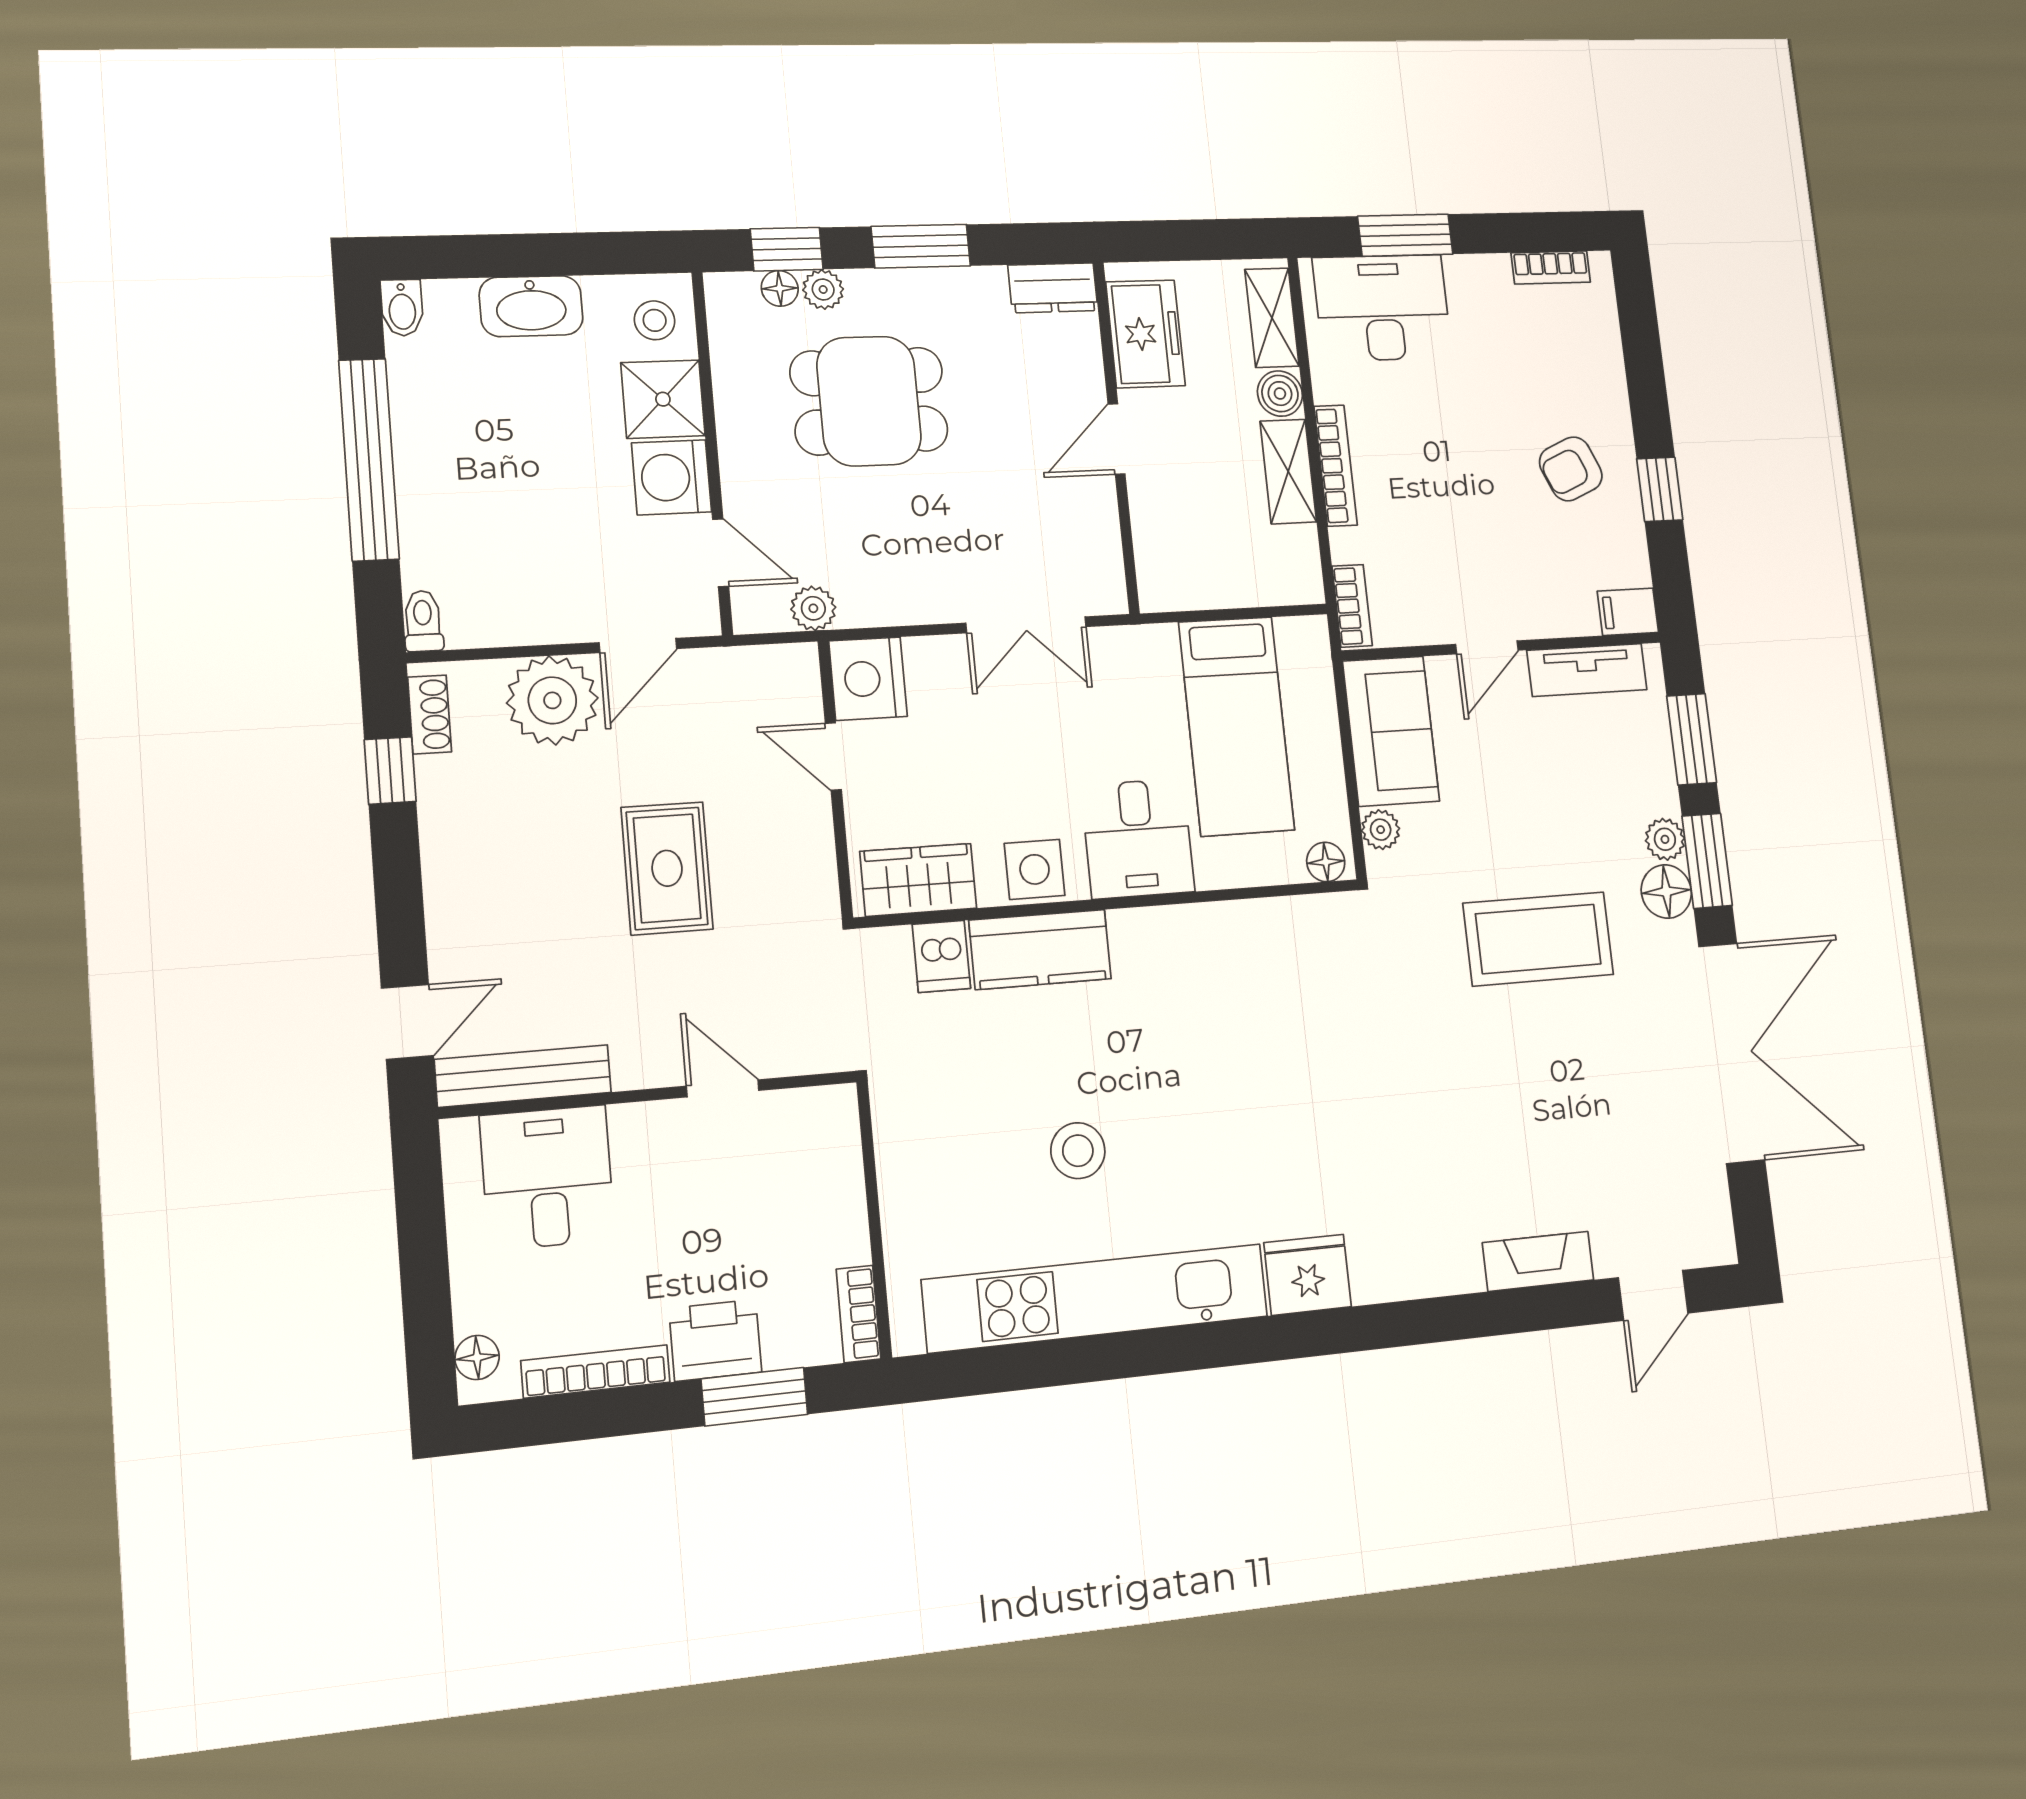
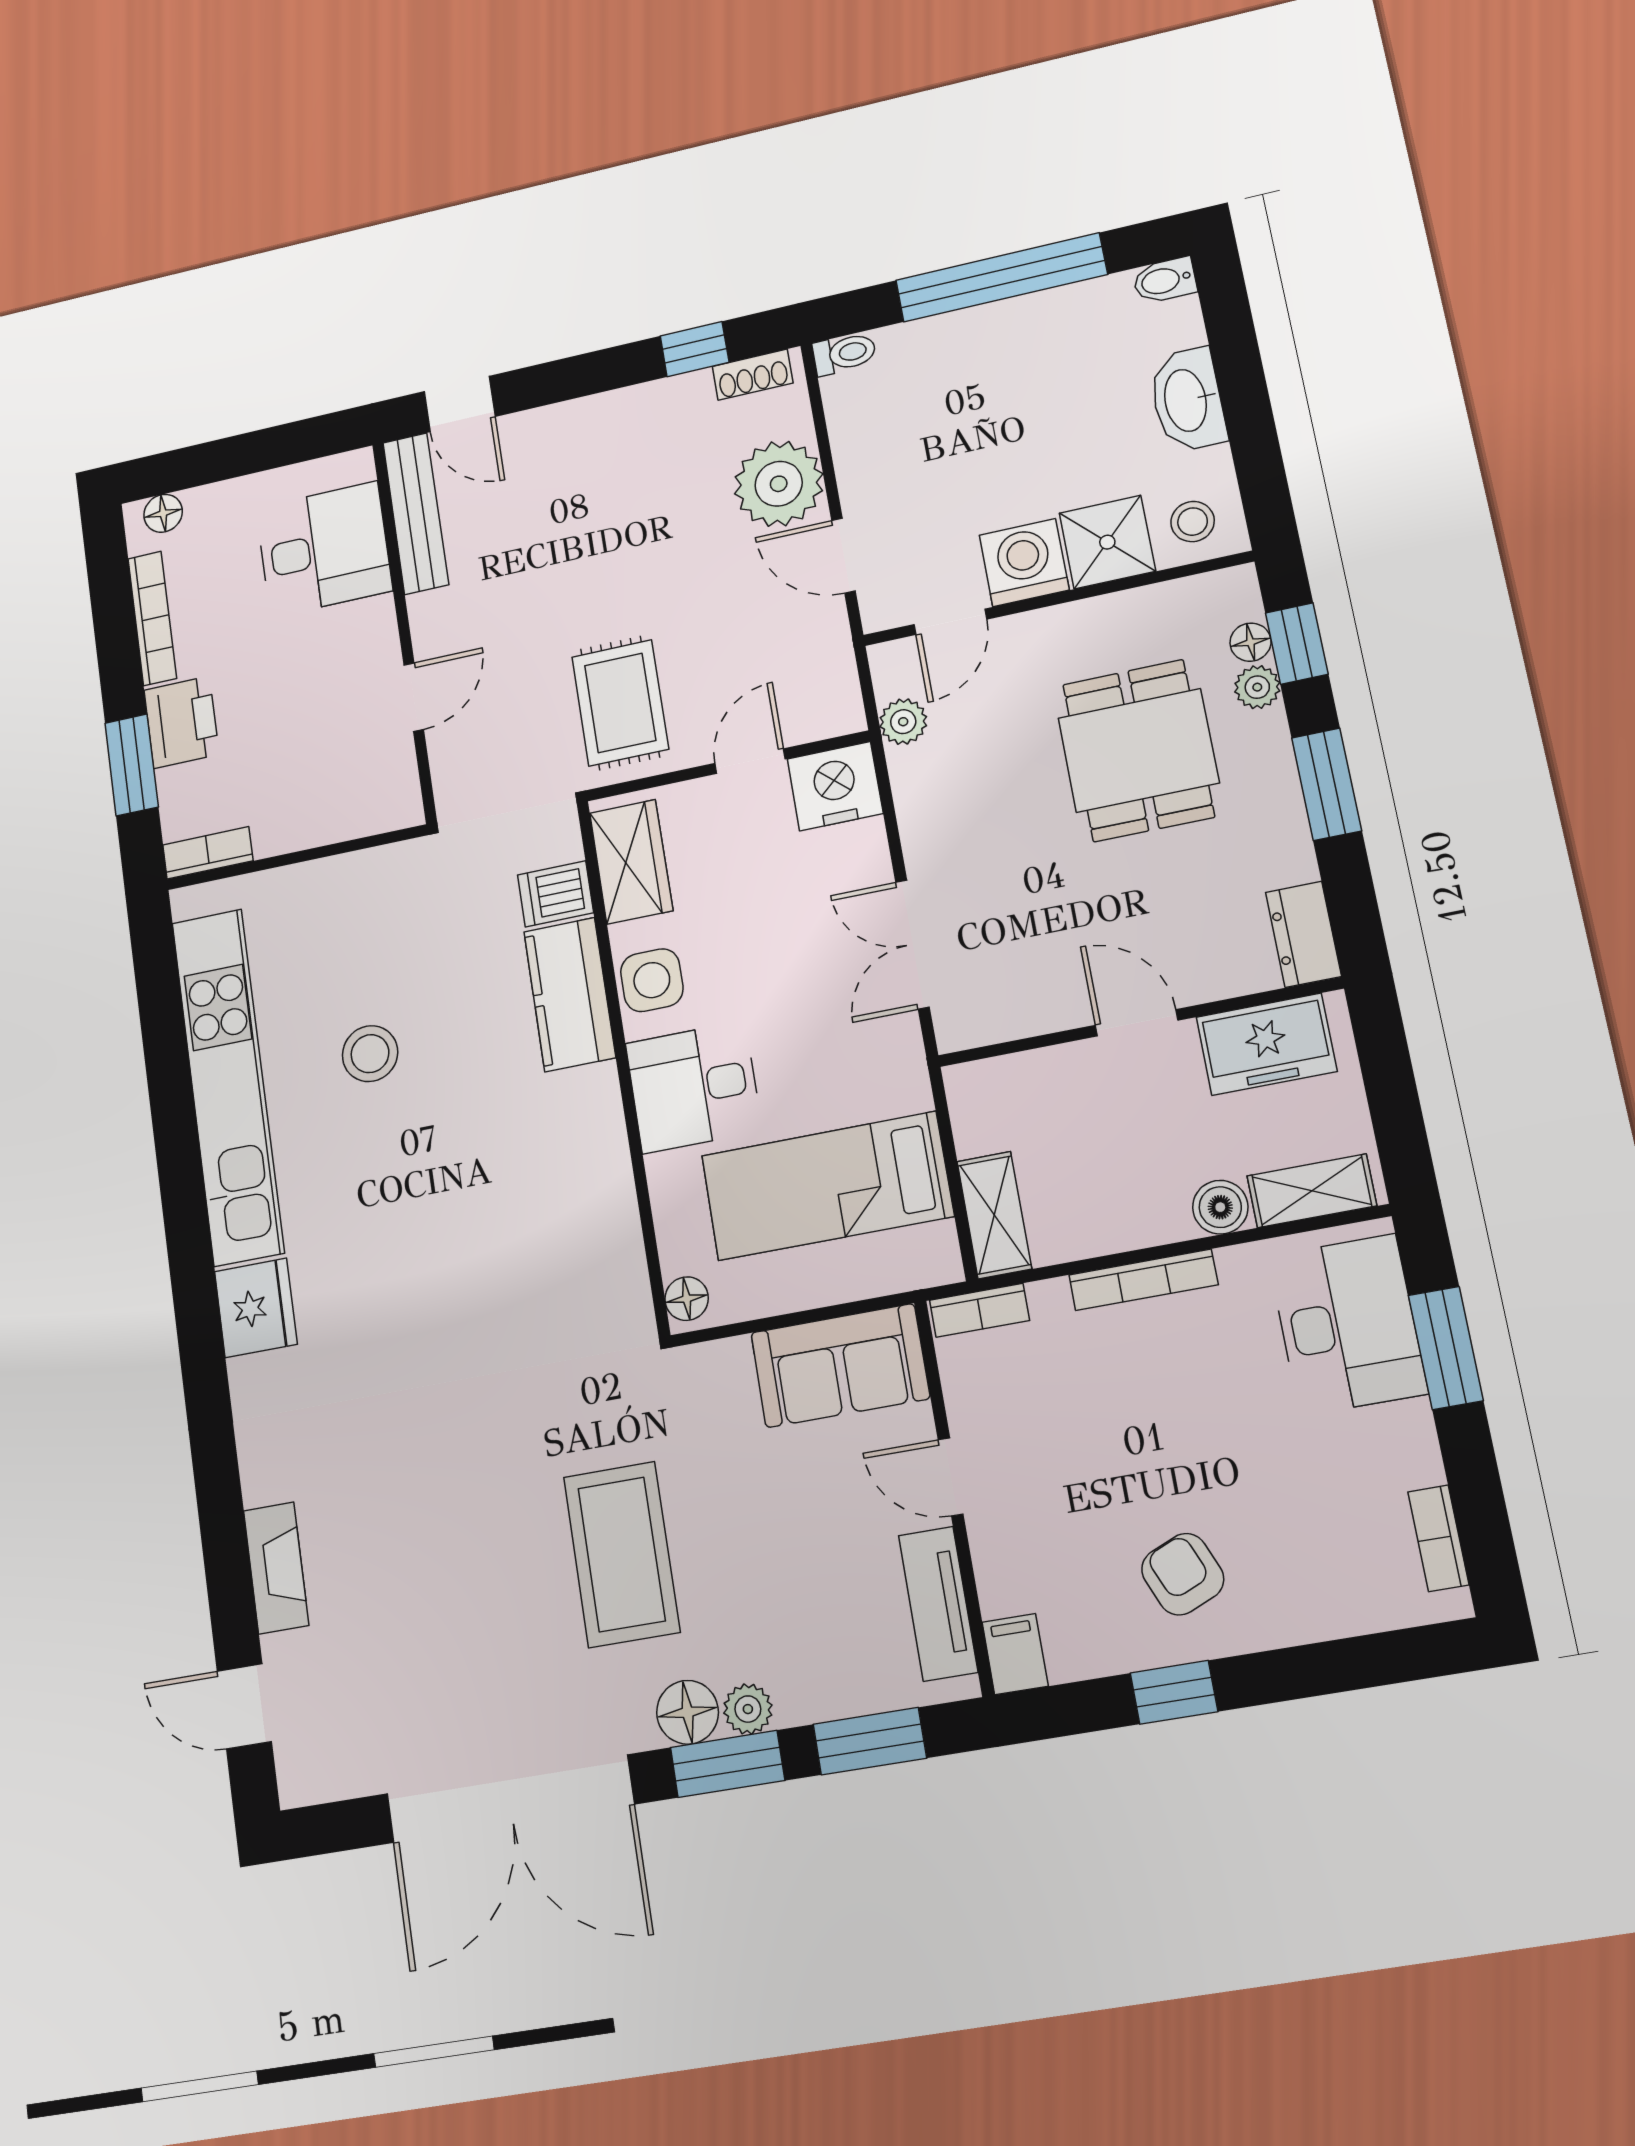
shelving: (1288, 472) -> (994, 1215), moved, turned 90
plant: (1381, 830) -> (728, 1360), removed
rug: (667, 868) -> (620, 703), moved, turned 90

